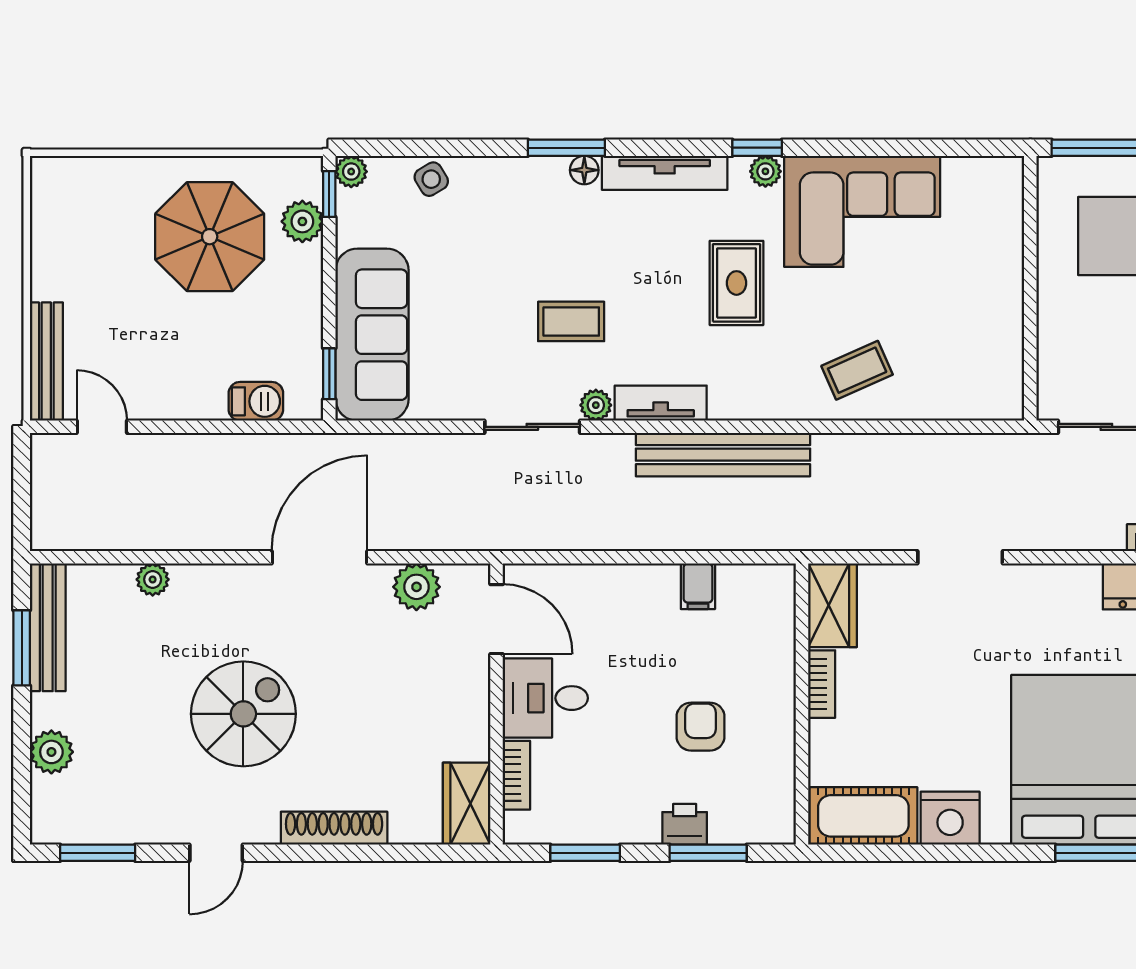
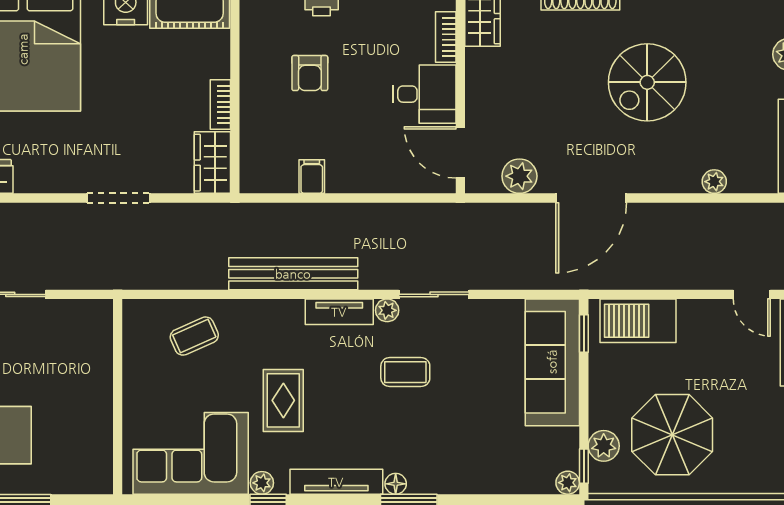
side table: (431, 179) -> (509, 477), removed
wall: (1030, 288) -> (118, 397), moved
barbecue: (256, 401) -> (638, 321), width x1.88, depth x1.53

